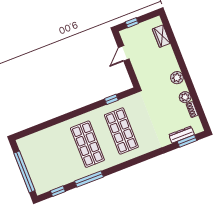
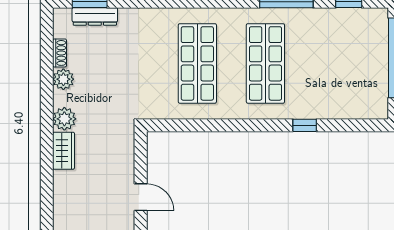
wardrobe: (161, 36) -> (64, 151), moved
door: (124, 53) -> (141, 197), hinge flipped
window: (111, 99) -> (305, 125), moved

